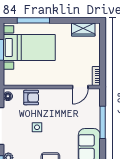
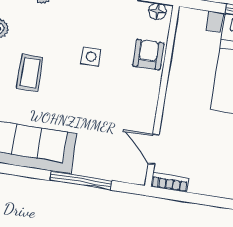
armchair: (31, 98) -> (148, 55), turned 180

